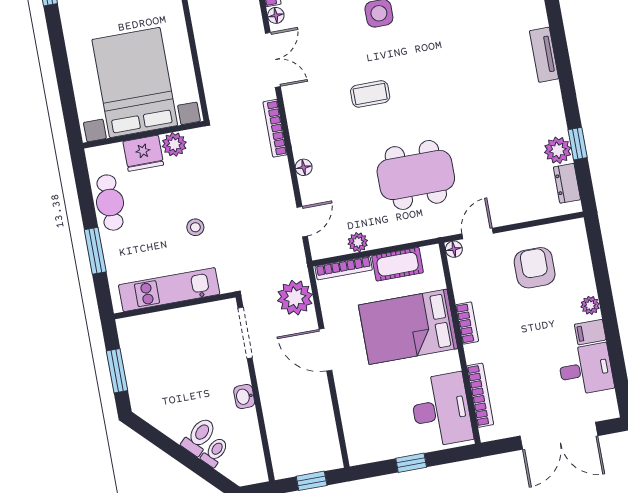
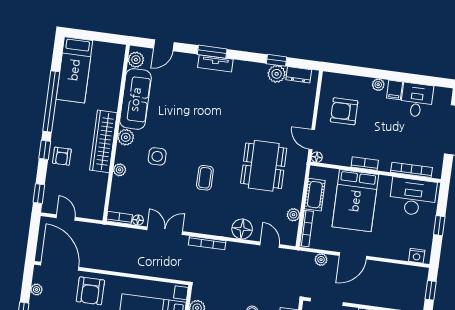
window: (560, 44) -> (212, 52), added
floor lamp: (304, 167) -> (242, 229), width x1.89, depth x1.89
plant: (295, 298) -> (321, 260), width x0.53, depth x0.53
nightstand: (356, 444) -> (417, 256), added

